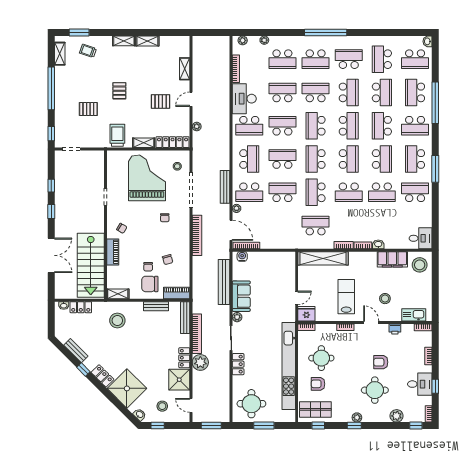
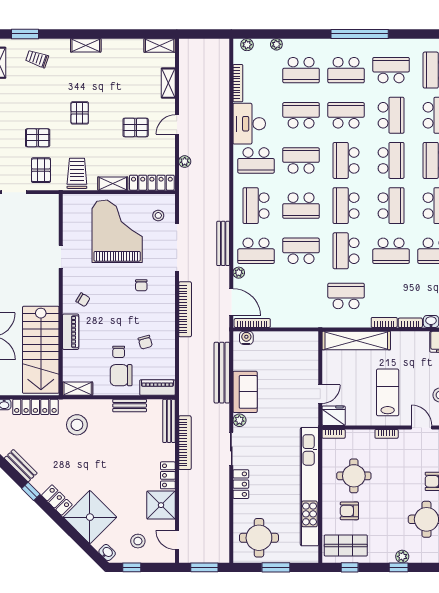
shelving: (147, 41) -> (160, 45), moved
pallet: (91, 133) -> (41, 170), added
school desk: (249, 159) -> (256, 206), turned 180
school desk: (282, 159) -> (301, 206), turned 180
locker: (81, 307) -> (35, 407), width x1.53
plant: (200, 362) -> (190, 482), removed

